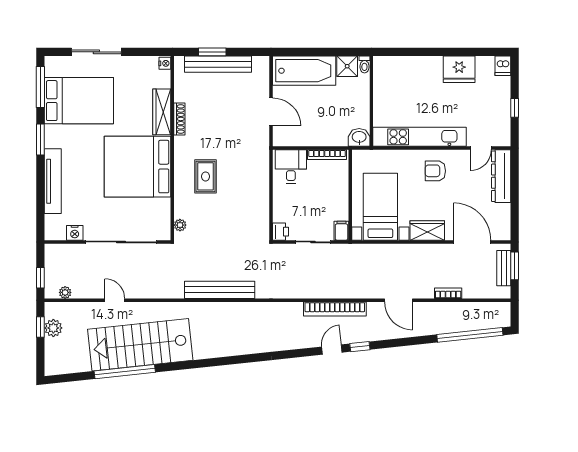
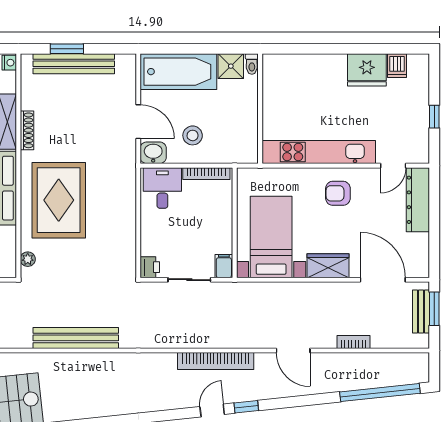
dishwasher: (503, 66) -> (397, 66), moved
stool: (316, 123) -> (193, 135), added
washbasin: (359, 137) -> (153, 153), moved
rug: (206, 176) -> (59, 200), width x1.86, depth x2.06

